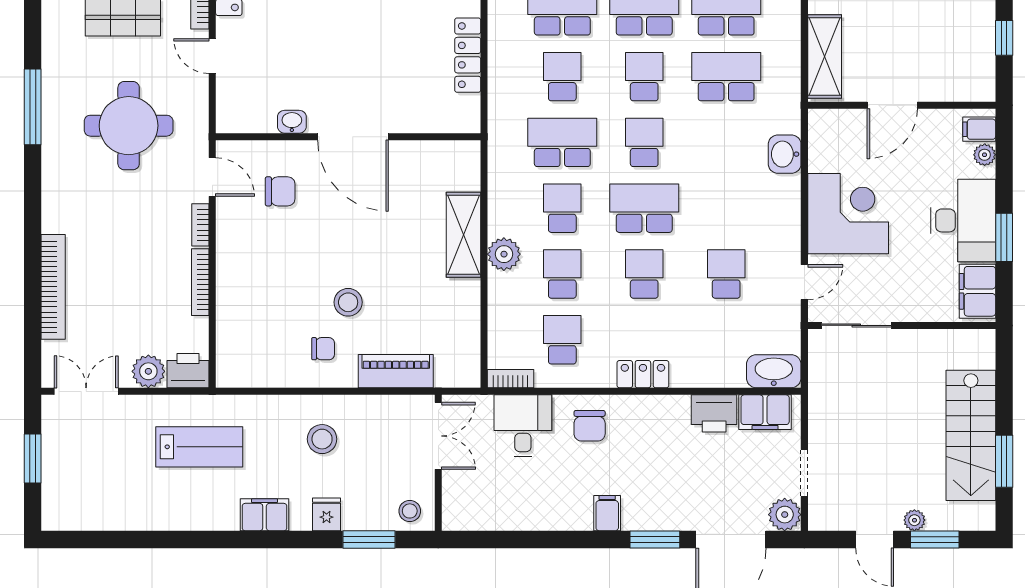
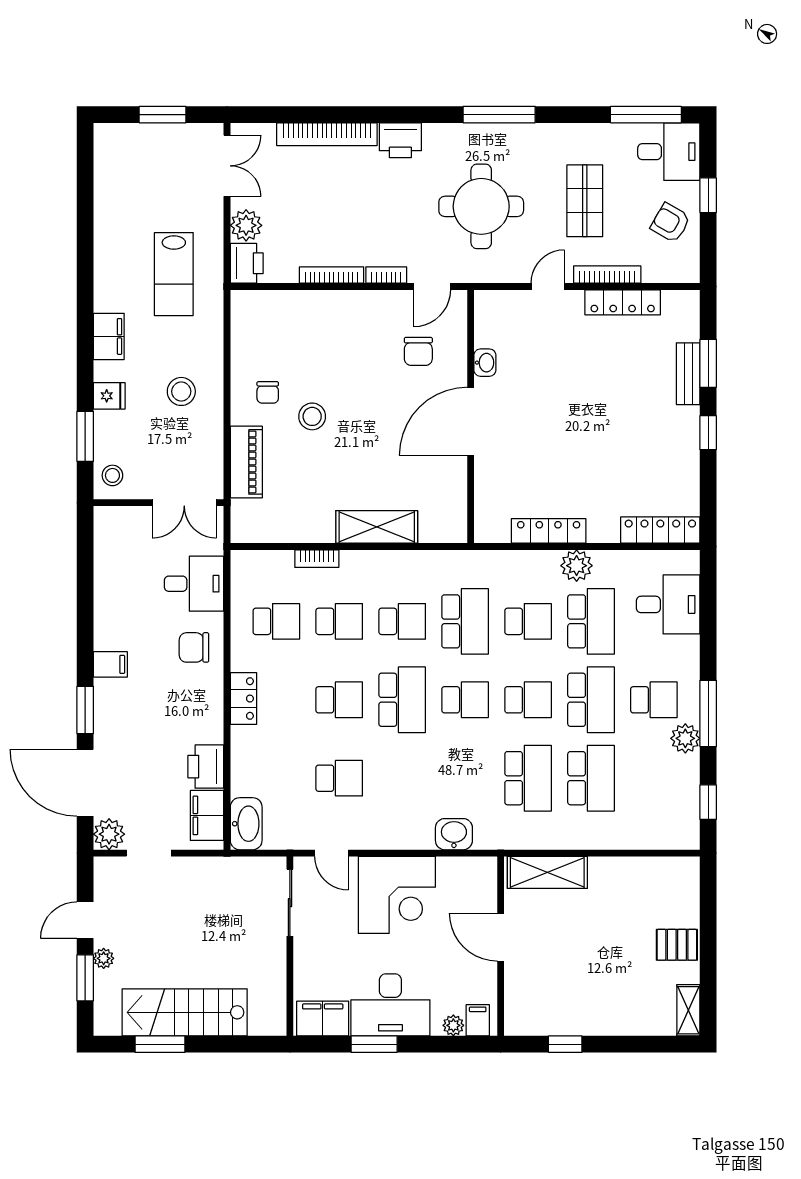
printer: (59, 210) -> (400, 140), added
plant: (504, 254) -> (577, 566), moved
bookcase: (511, 379) -> (317, 559), moved, turned 90

